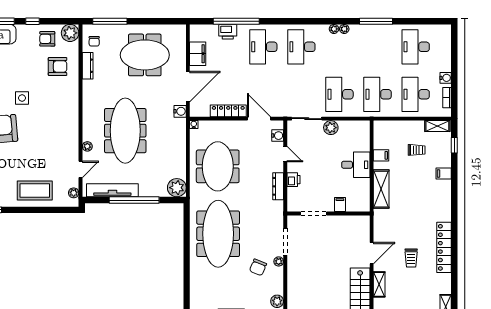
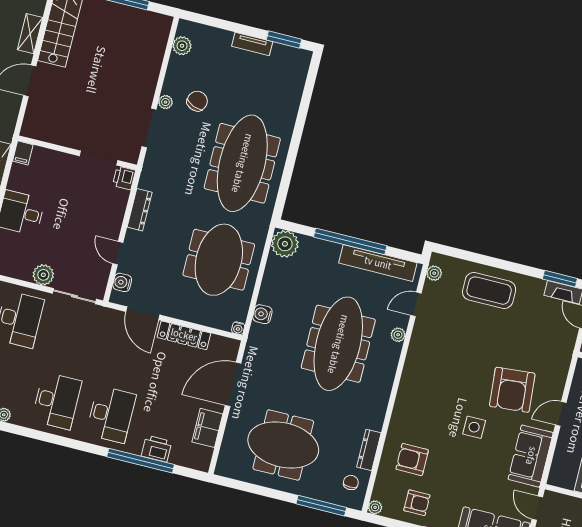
plant: (70, 33) -> (375, 507), width x0.53, depth x0.53
water cooler: (180, 111) -> (262, 314), moved
printer: (294, 180) -> (124, 178), moved
filing cabinet: (340, 205) -> (23, 153), moved

